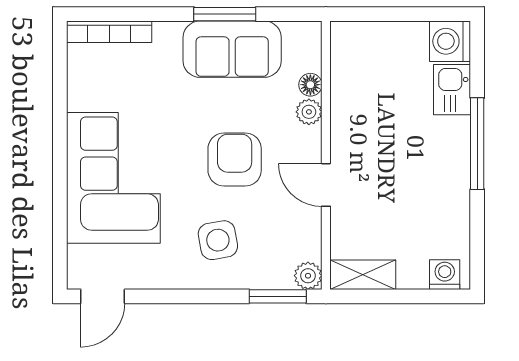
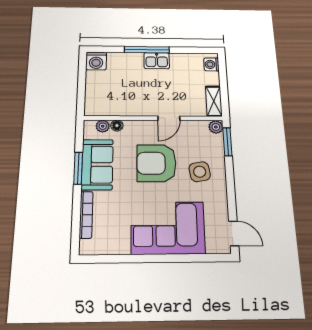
bookcase: (109, 32) -> (86, 215), moved
kitchen sink: (452, 90) -> (157, 61), moved
plant: (309, 112) -> (103, 126), moved
armchair: (235, 160) -> (156, 163), width x1.36, depth x1.36

